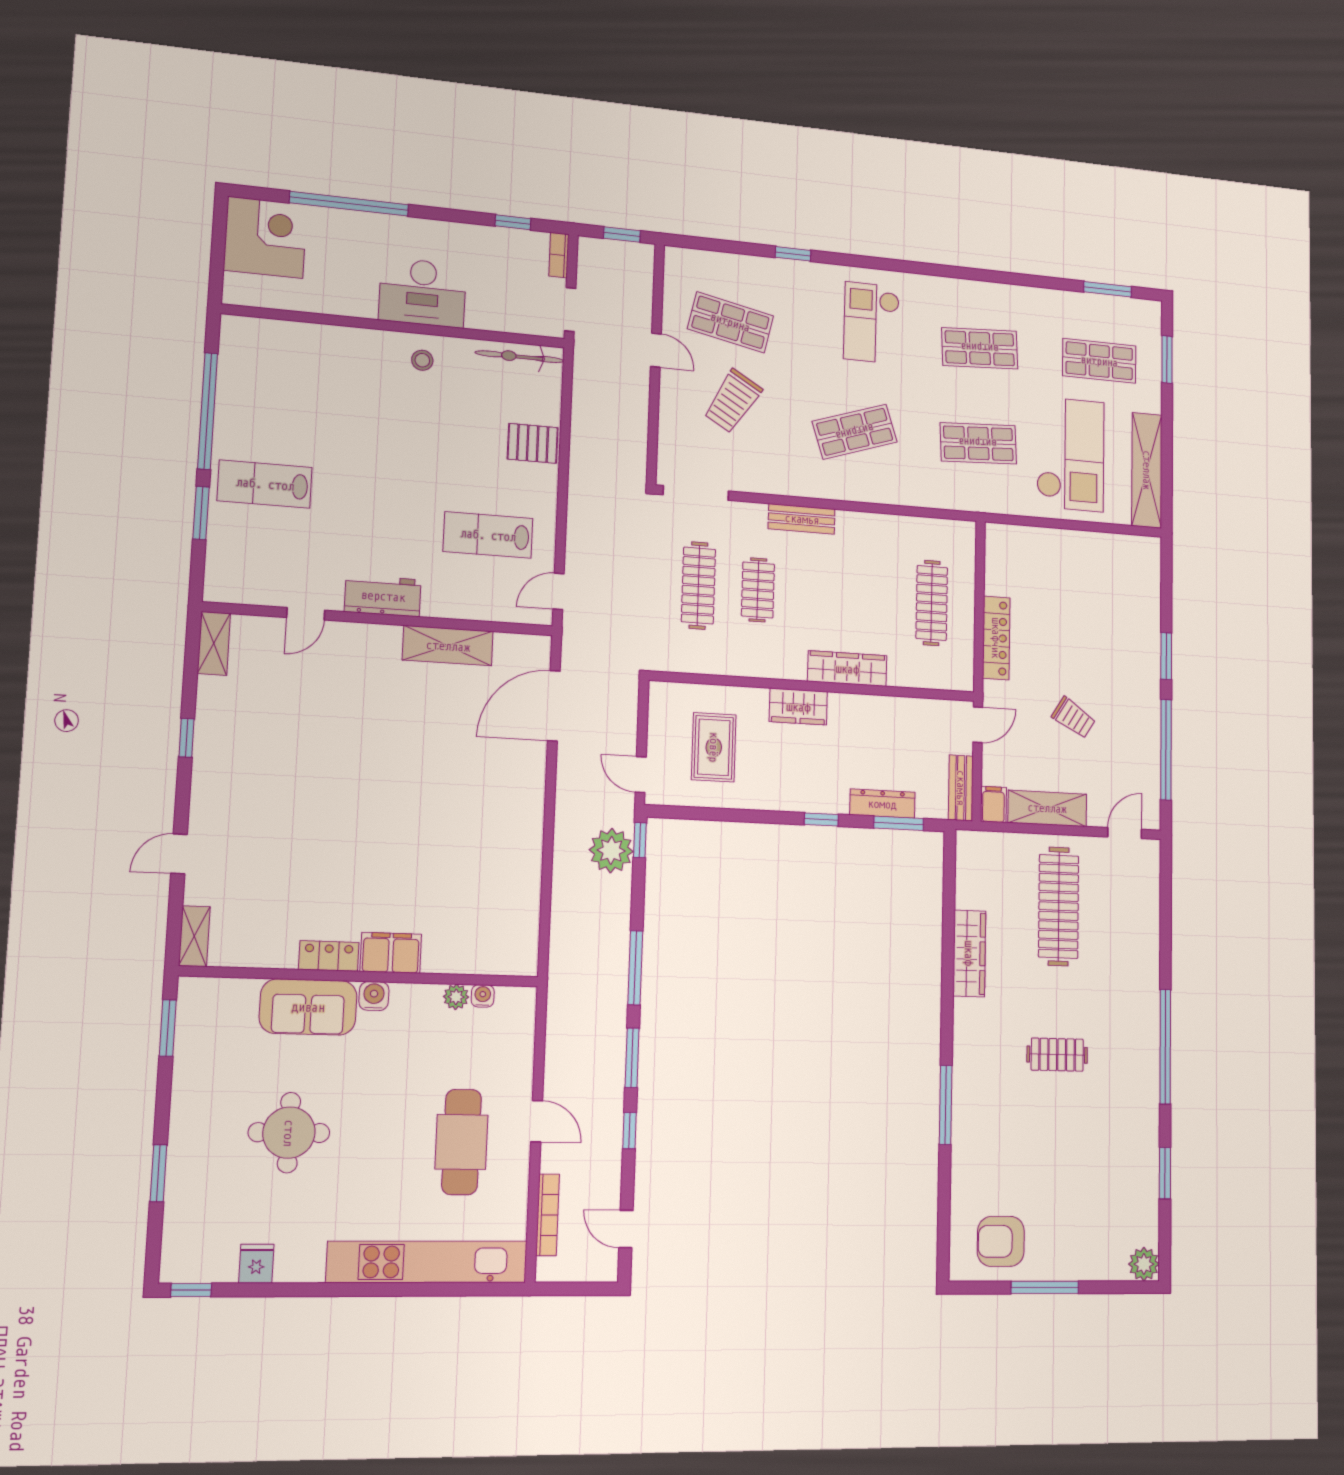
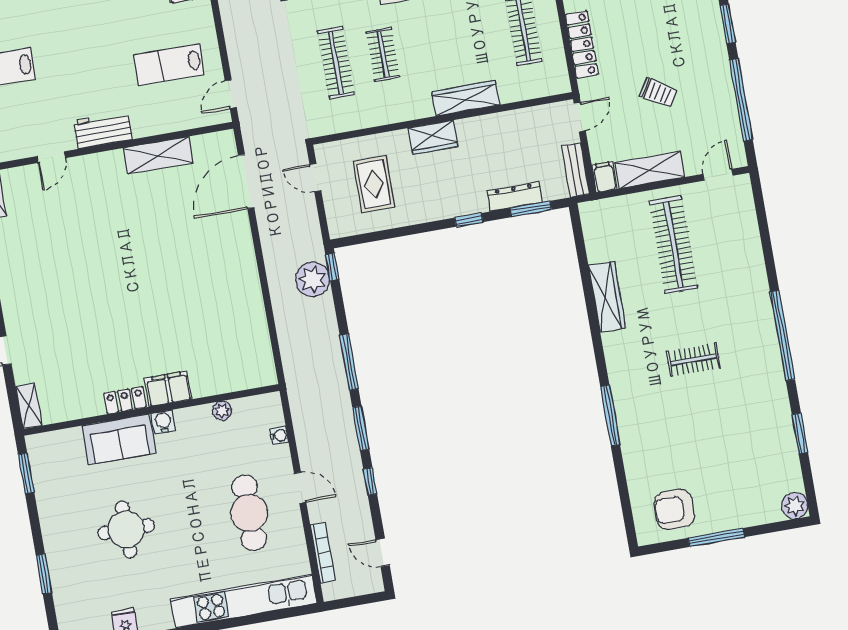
door: (641, 775) -> (315, 178), moved
water cooler: (483, 996) -> (279, 436), moved, turned 90

